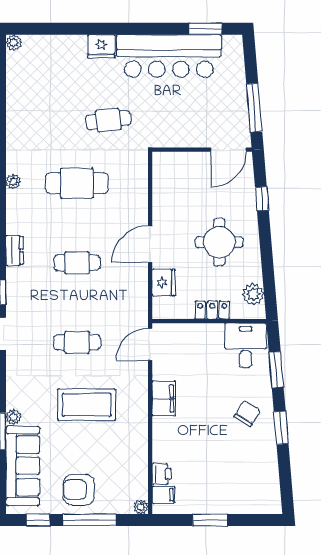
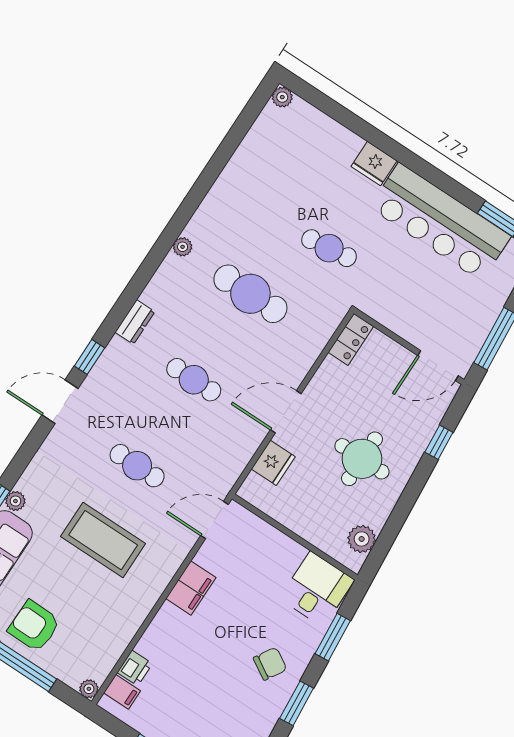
locker: (212, 310) -> (351, 339), moved, turned 90

